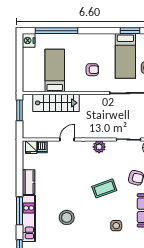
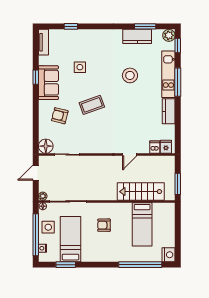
plant: (99, 147) -> (97, 147), removed

